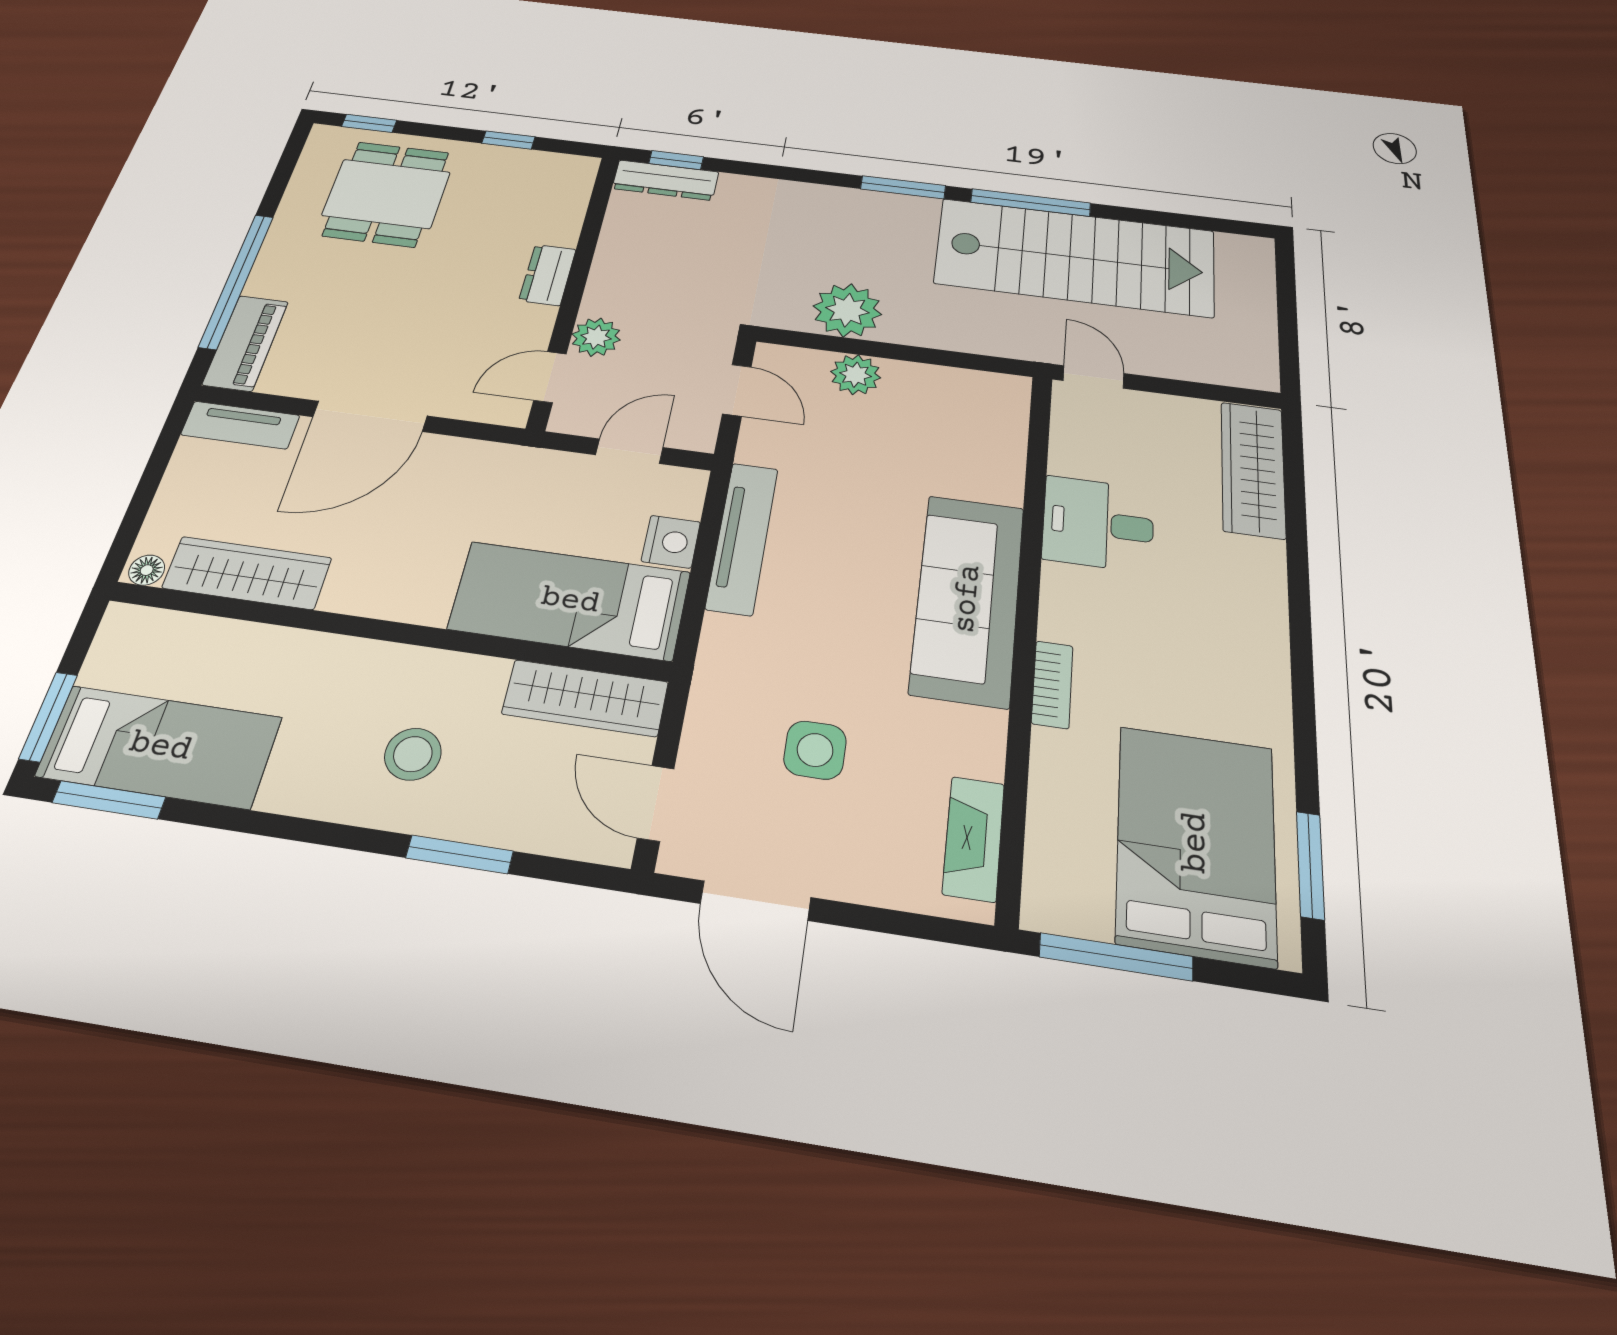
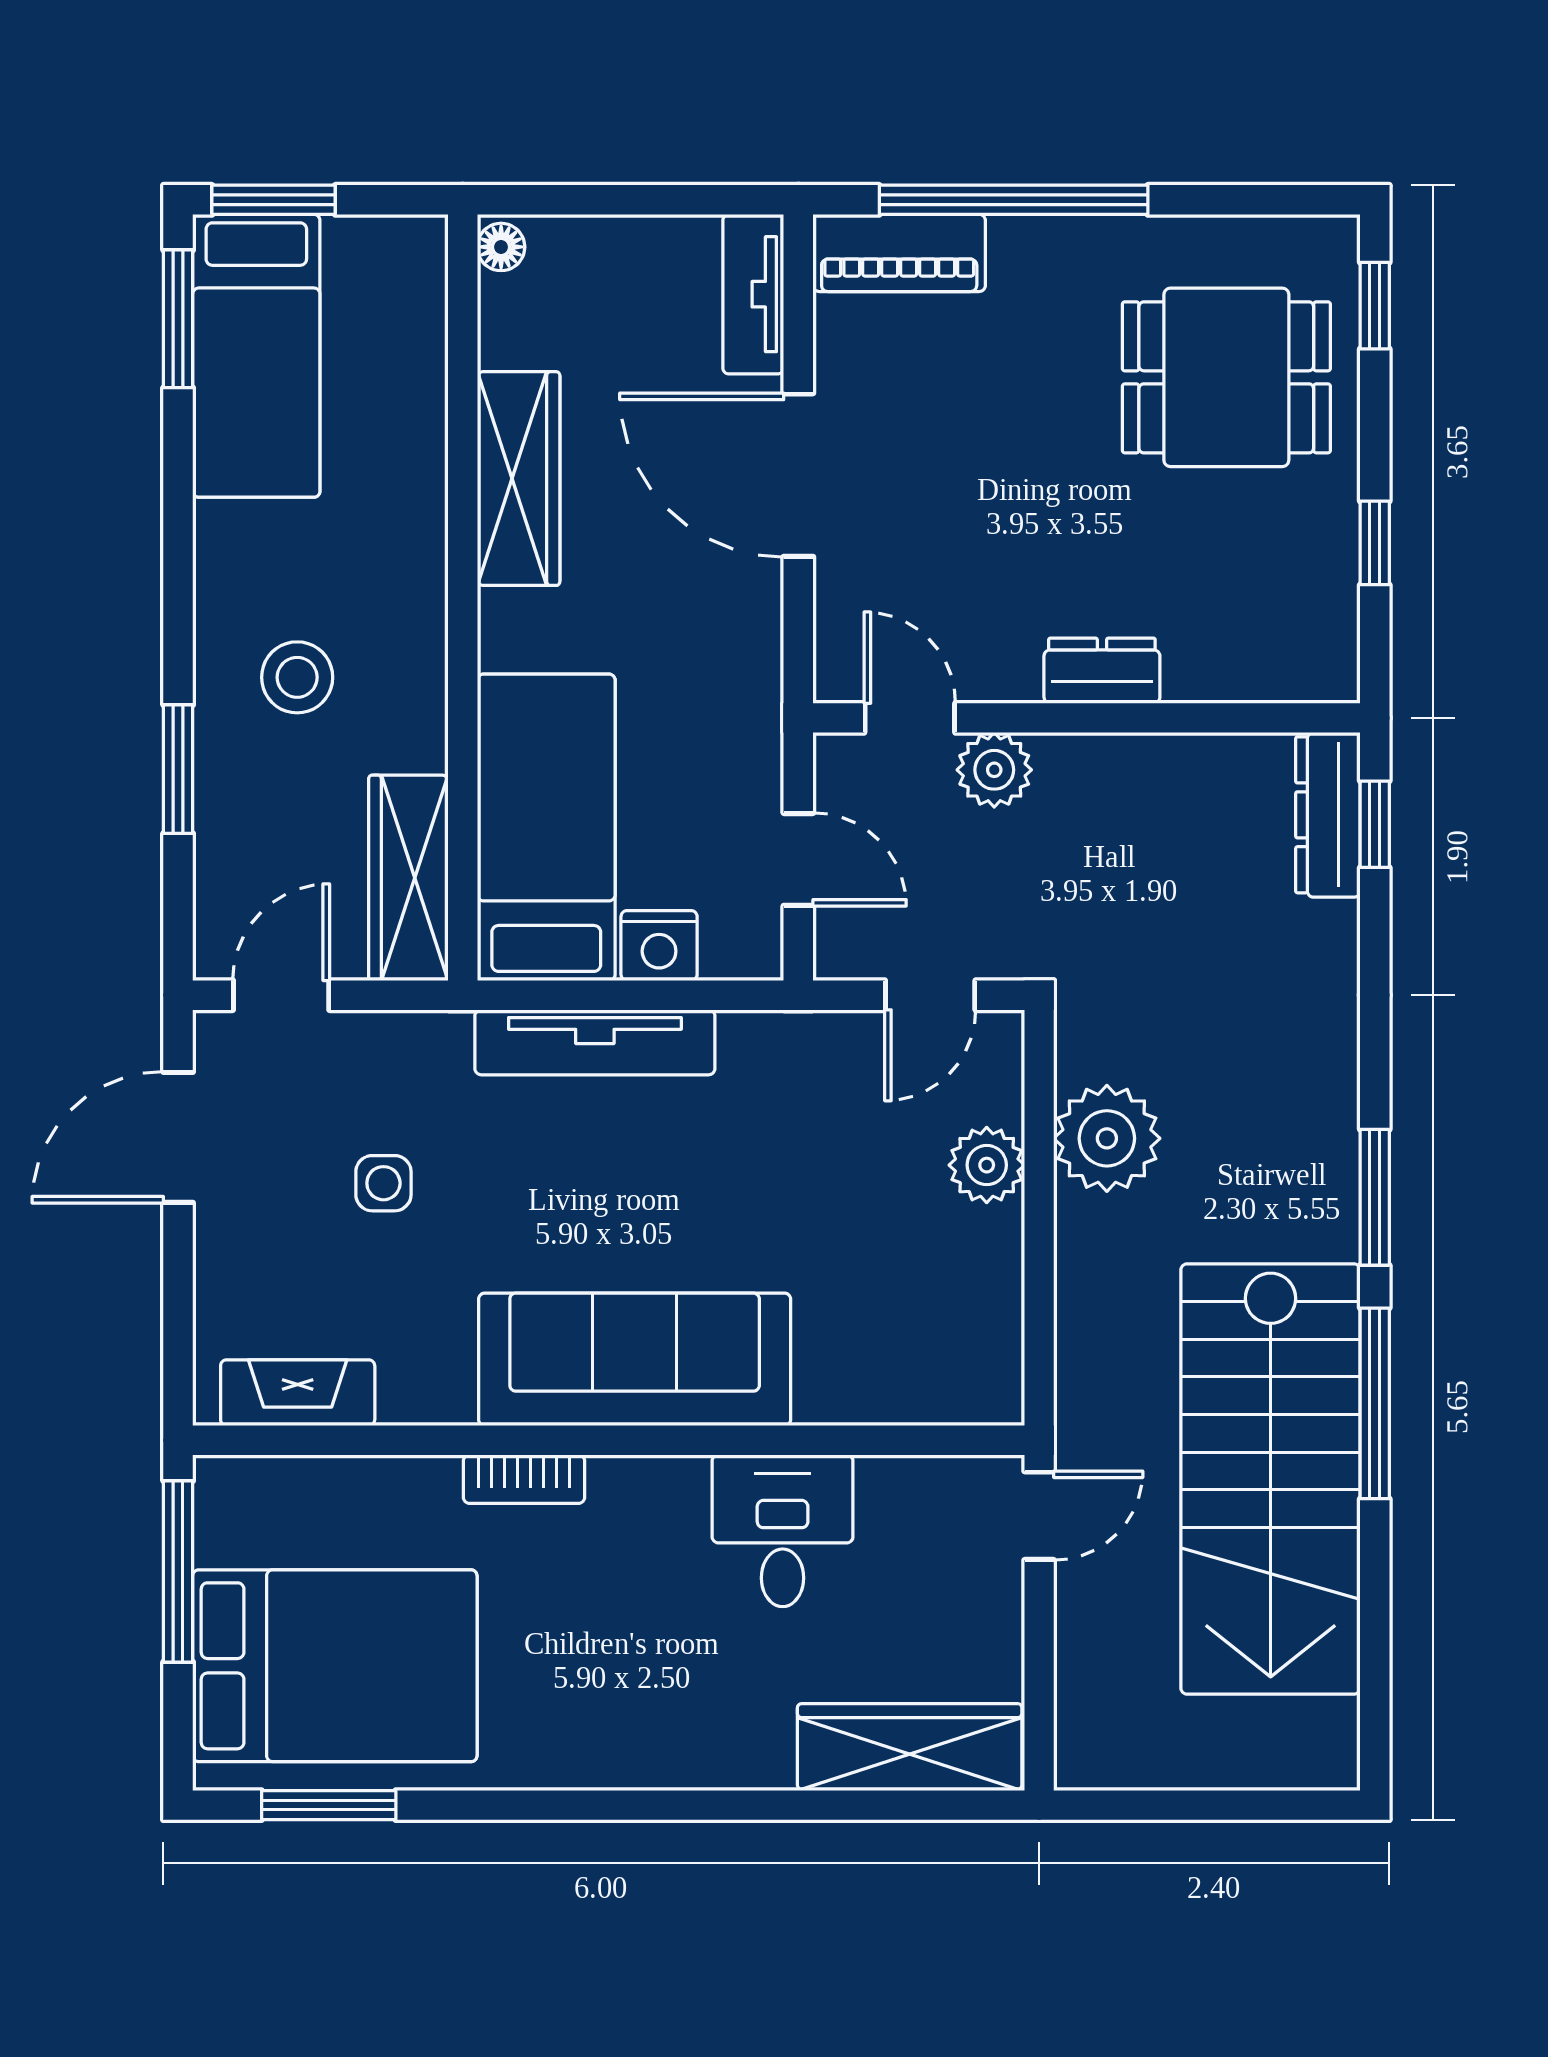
tv unit: (742, 538) -> (595, 1042), moved
wardrobe: (247, 573) -> (519, 479), moved
side table: (815, 750) -> (383, 1183), width x0.73, depth x0.73

